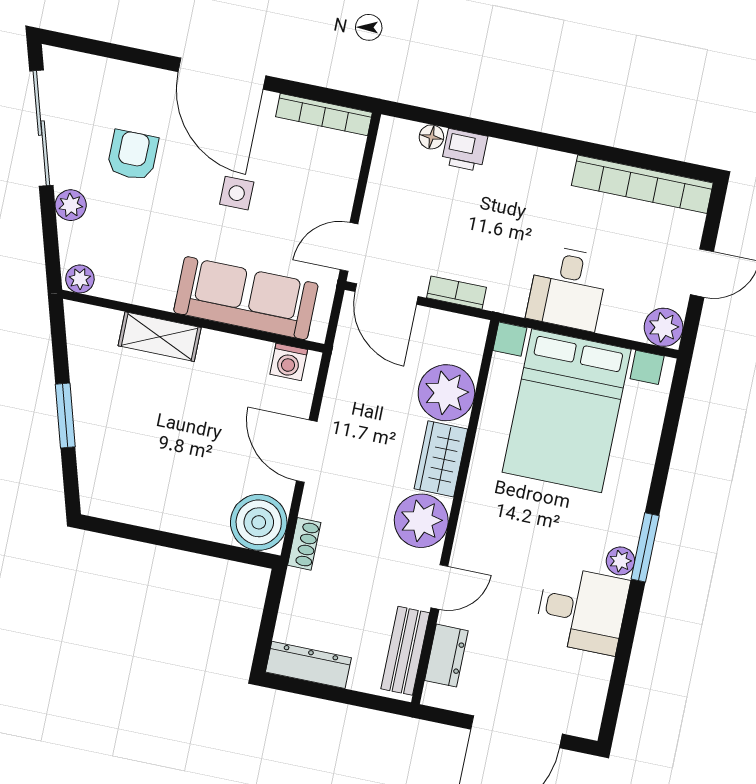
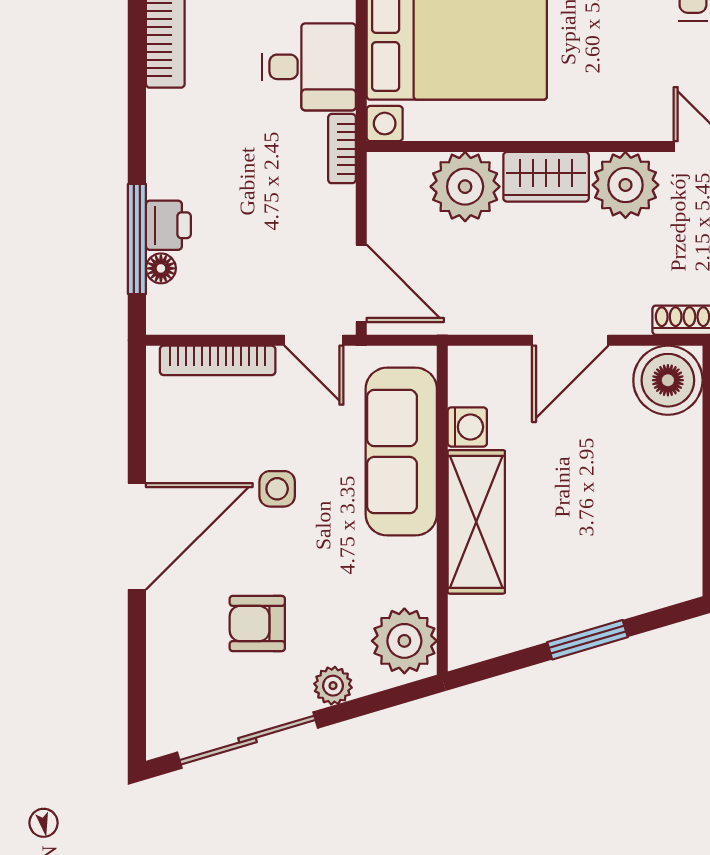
bookcase: (324, 115) -> (218, 360), moved, turned 90
window: (459, 123) -> (137, 239), added
plant: (80, 279) -> (404, 641), width x1.88, depth x1.88
bookcase: (457, 293) -> (342, 149), moved
door: (386, 294) -> (361, 283), hinge flipped
shelving: (160, 337) -> (476, 522), width x1.50, depth x1.33
washing machine: (289, 362) -> (467, 427), moved

